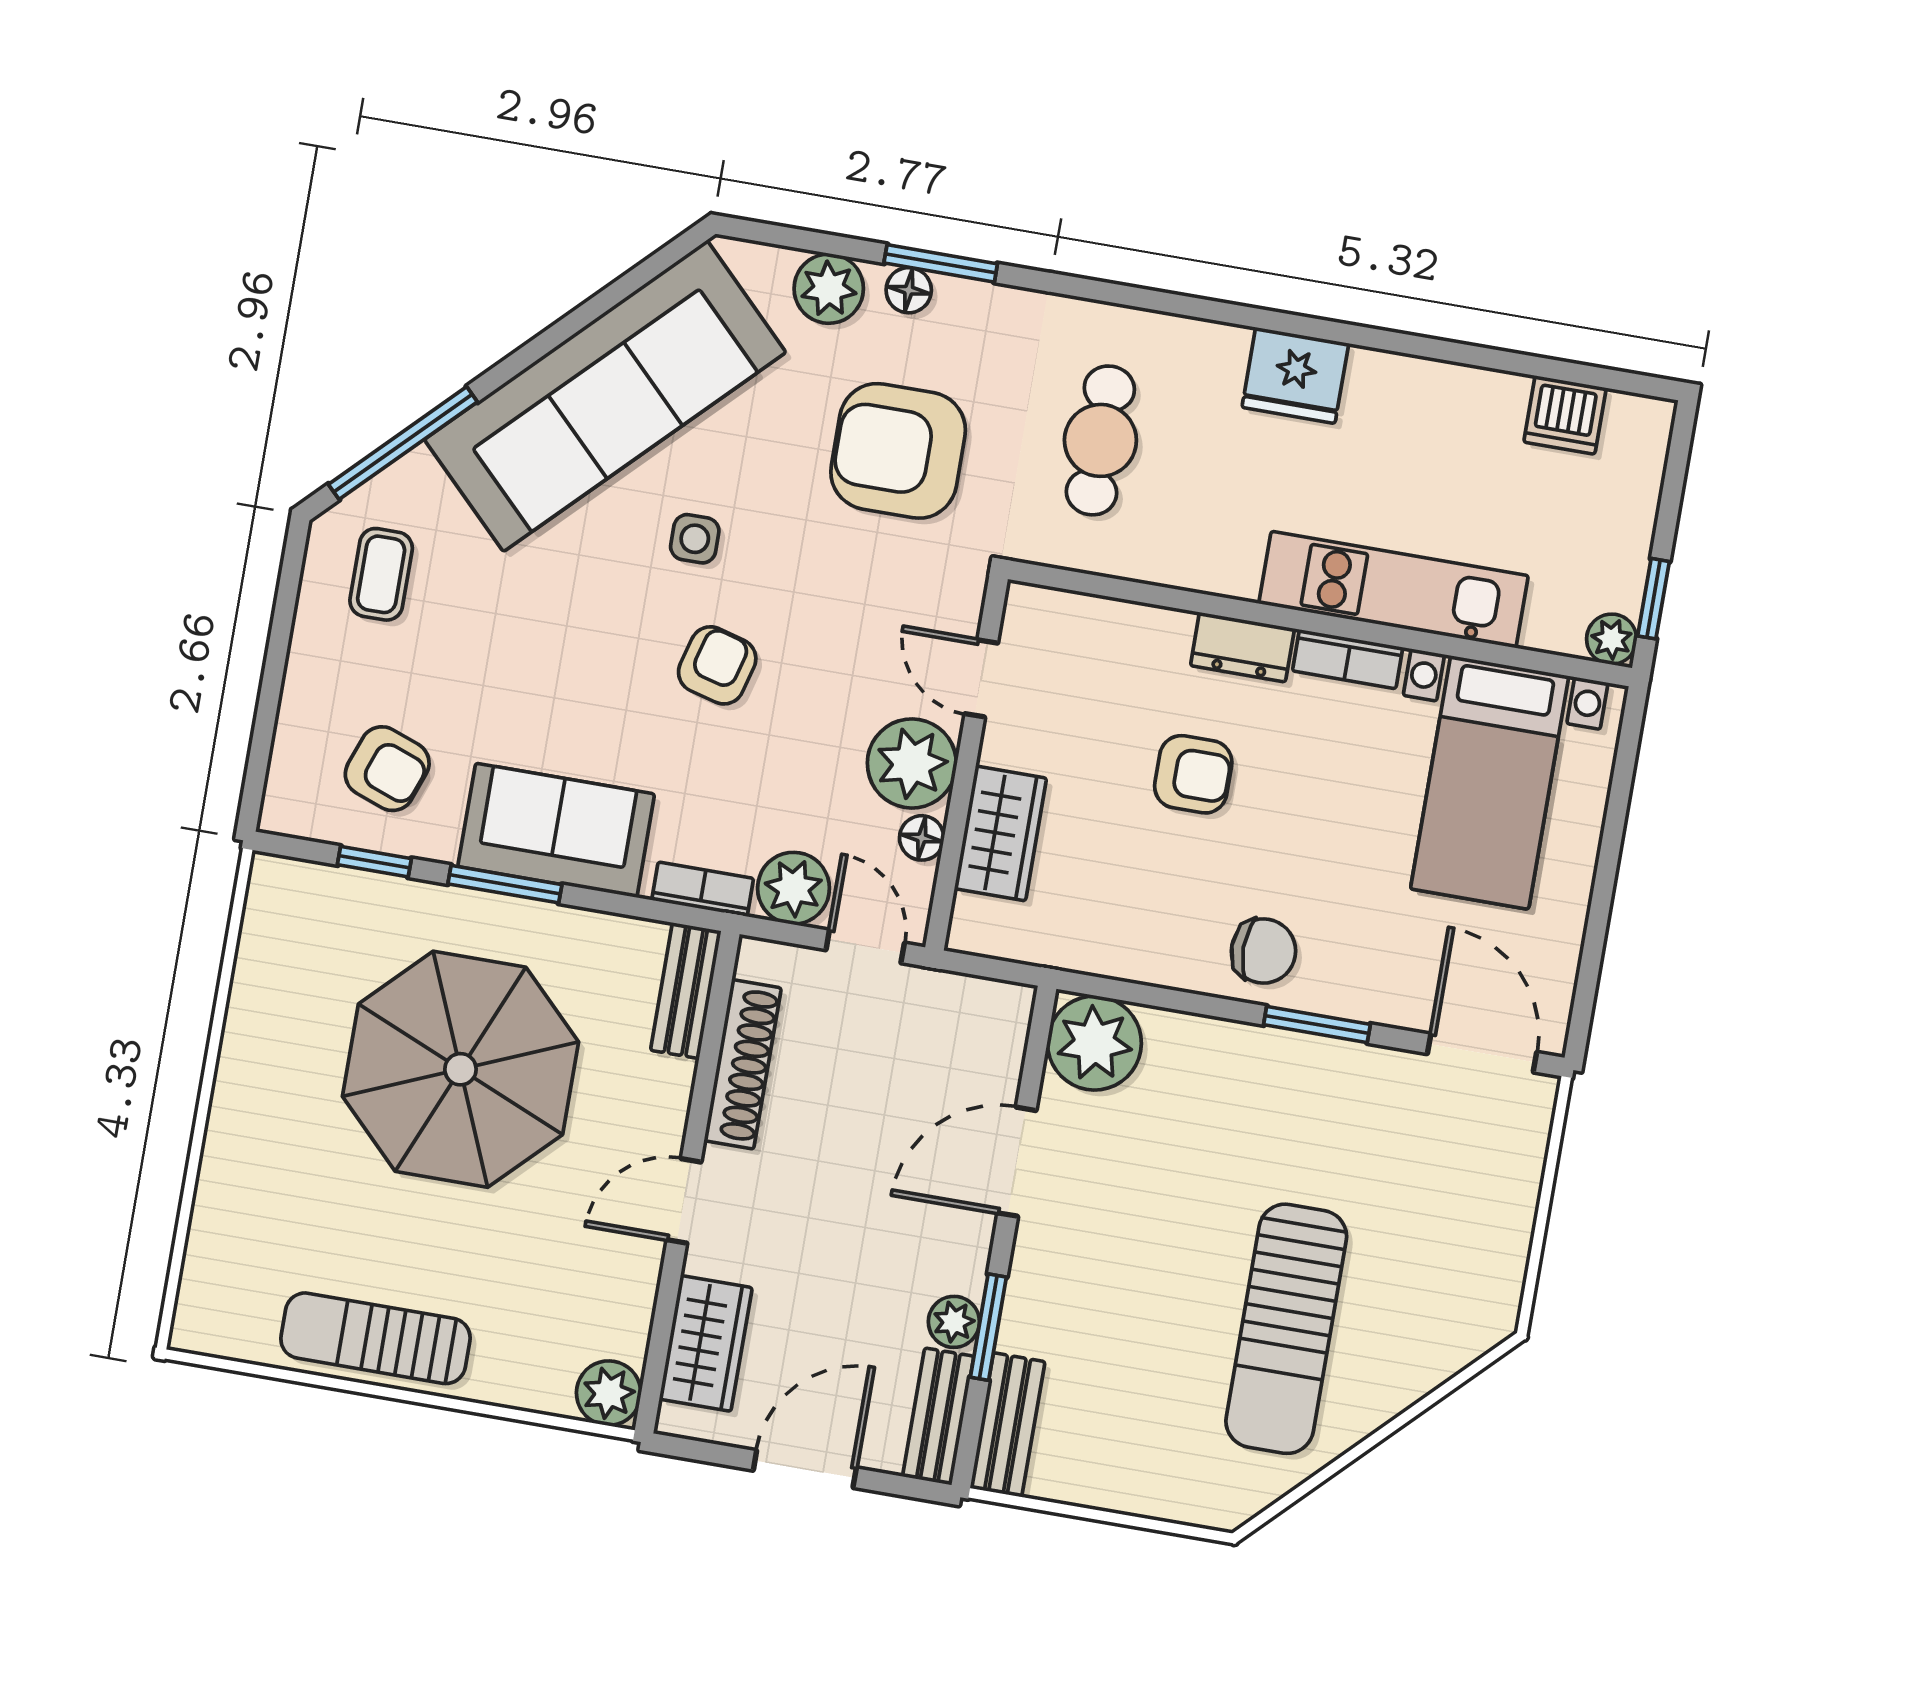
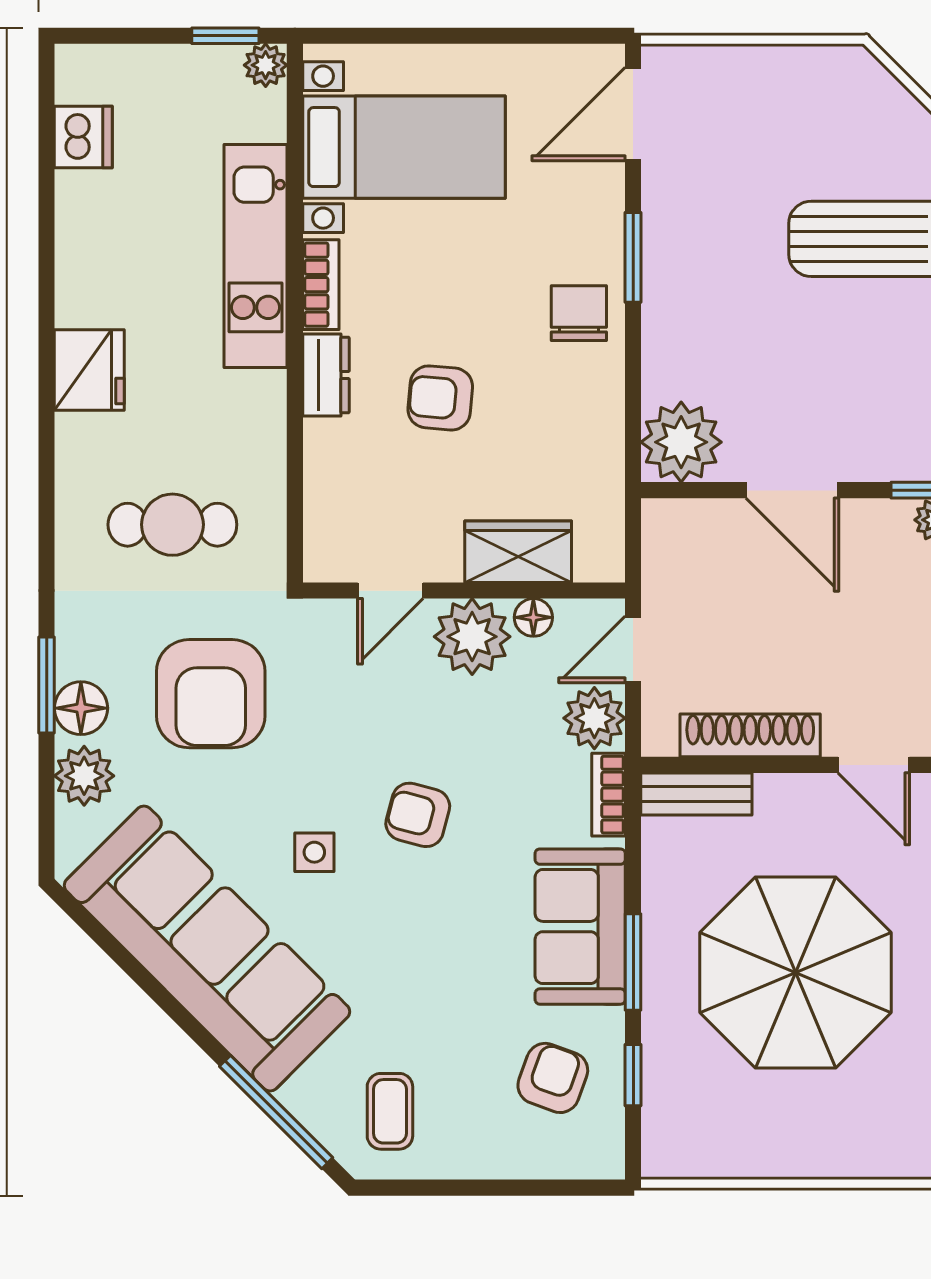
floor lamp: (909, 290) -> (81, 708), width x1.37, depth x1.37
coffee table: (381, 574) -> (390, 1111), turned 90
armchair: (1193, 774) -> (440, 398), turned -85

